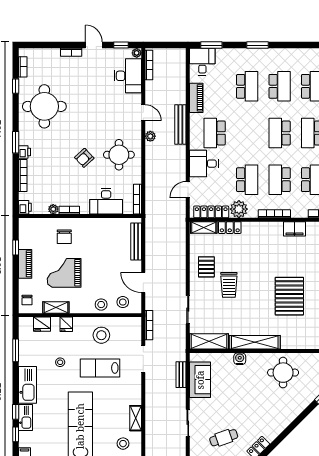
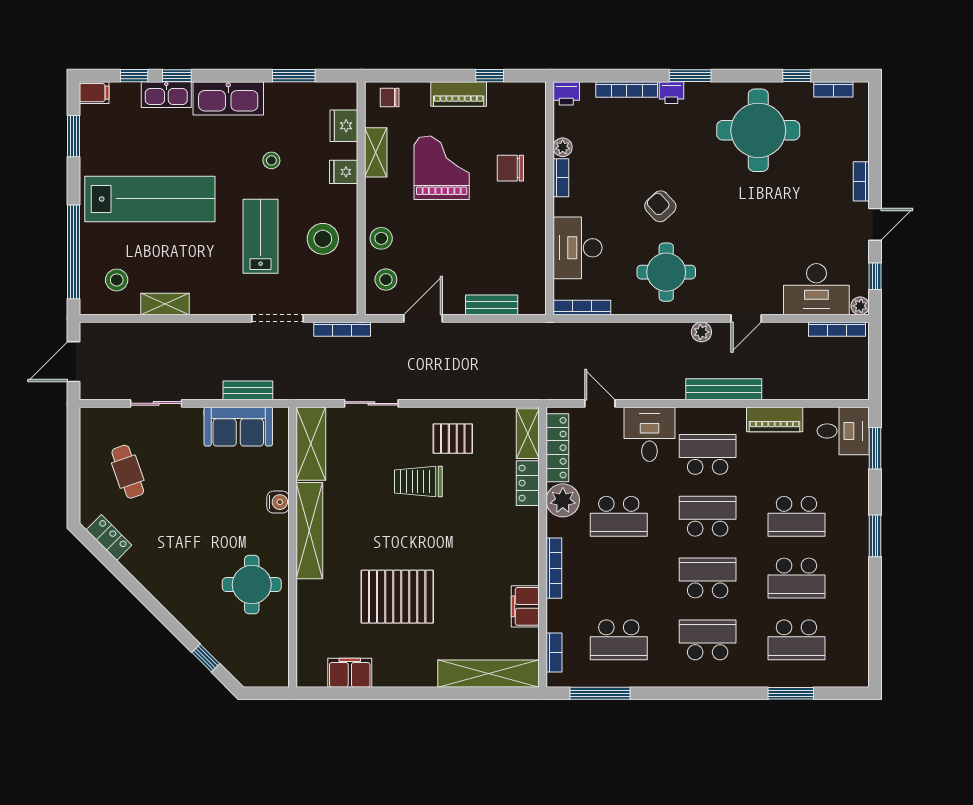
school desk: (280, 180) -> (708, 516), moved
bench: (136, 242) -> (492, 305), width x0.73

